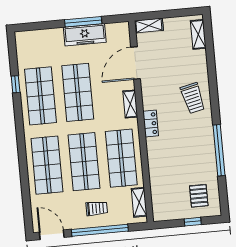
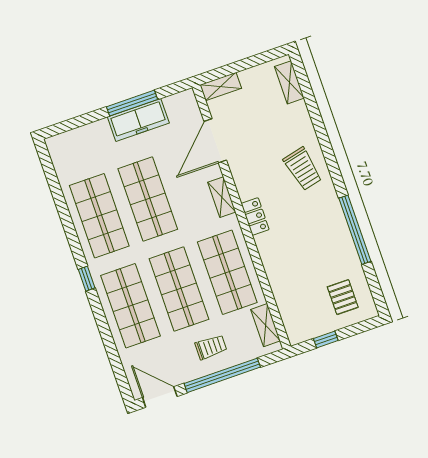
window: (16, 84) -> (87, 279), moved
window: (193, 222) -> (326, 340), moved

